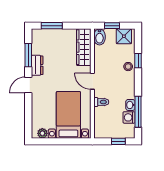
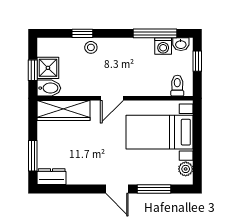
shower: (124, 36) -> (48, 68), moved
window: (28, 55) -> (154, 189), moved
dresser: (37, 65) -> (52, 177), moved
toilet: (101, 102) -> (177, 86), moved
washbasin: (130, 105) -> (181, 44), moved

